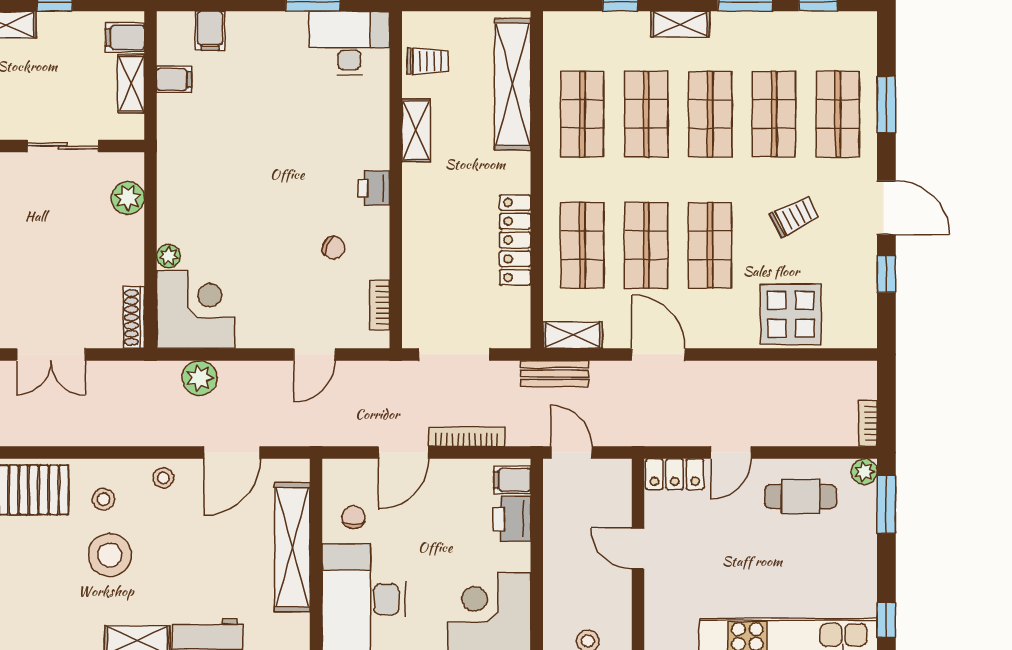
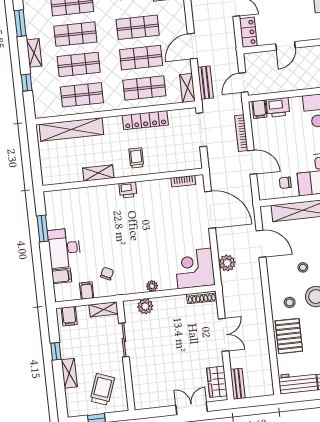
desk: (349, 43) -> (64, 248), moved
trolley: (428, 61) -> (136, 158), moved
shelving: (131, 84) -> (104, 309), moved
chair: (334, 248) -> (107, 274), moved
plant: (168, 256) -> (152, 286), moved
door: (314, 354) -> (210, 210), width x1.88
doorway: (454, 354) -> (201, 130), moved
bench: (554, 374) -> (205, 83), moved
stool: (163, 478) -> (303, 267), moved

